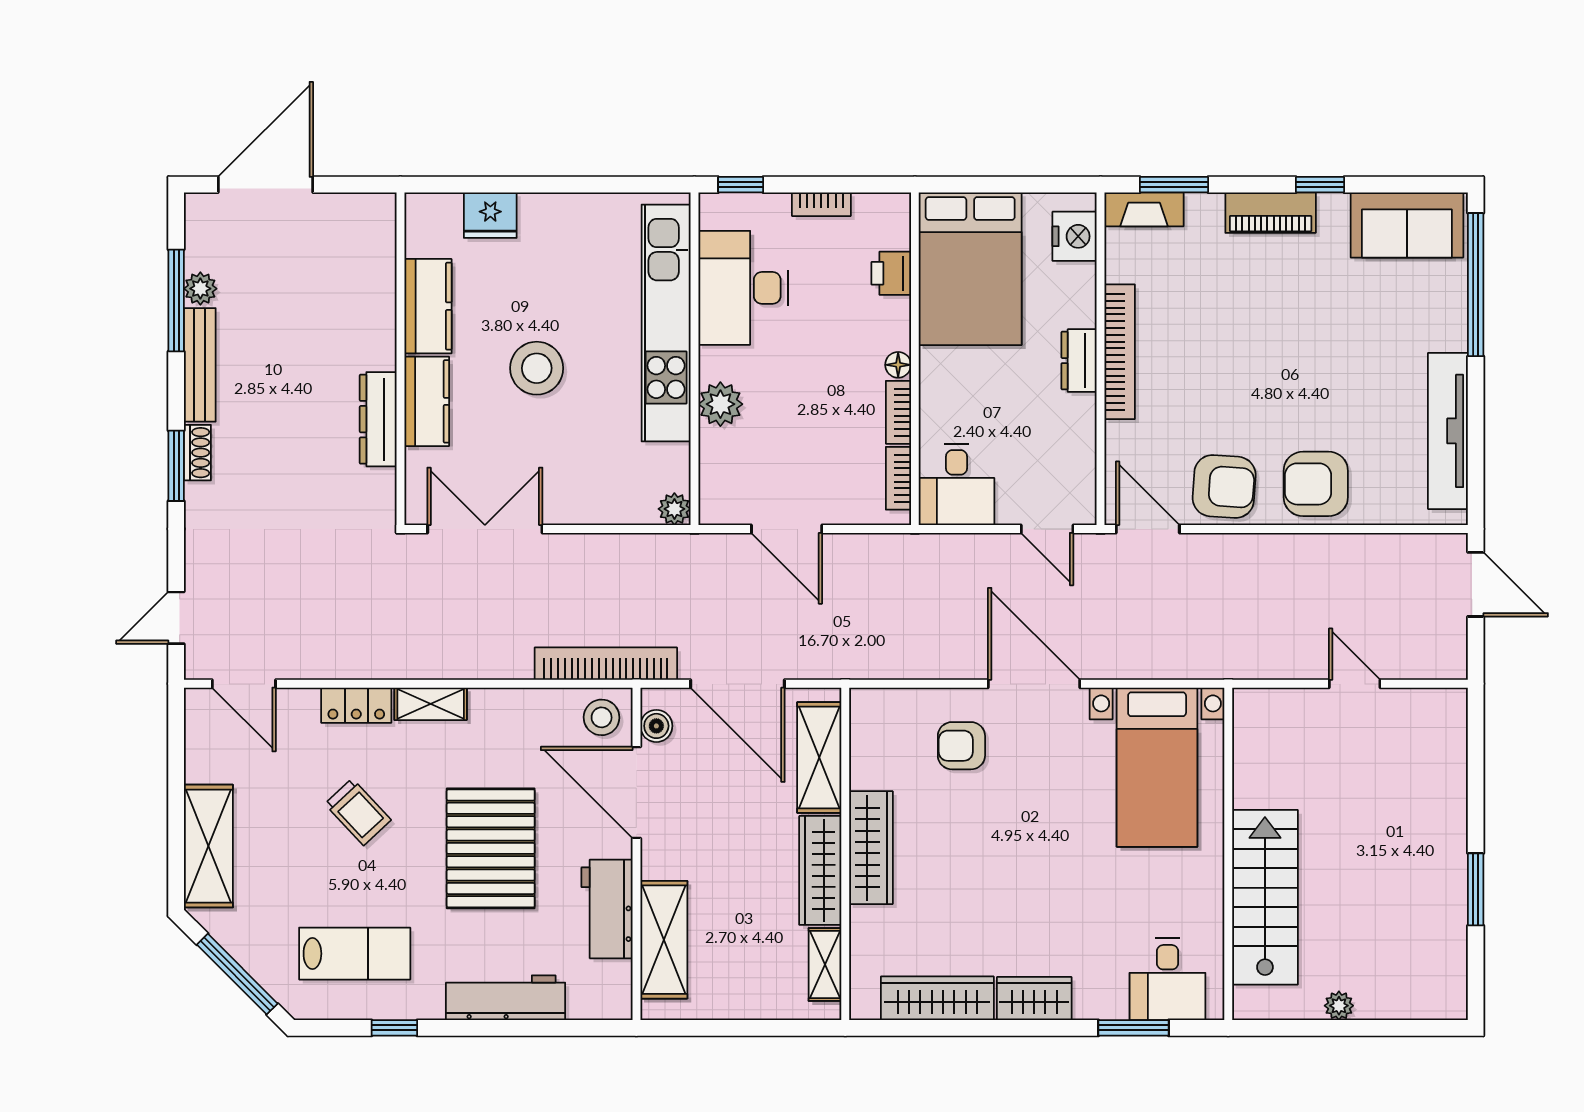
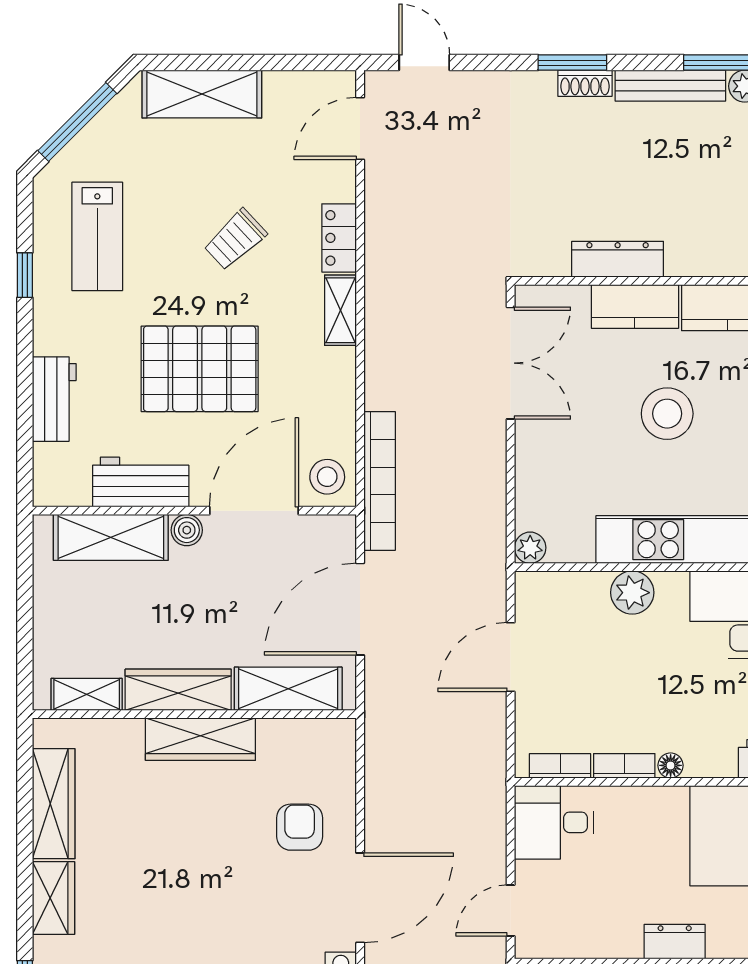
boiler: (656, 726) -> (187, 530), moved
workbench: (506, 998) -> (54, 399), width x0.73

